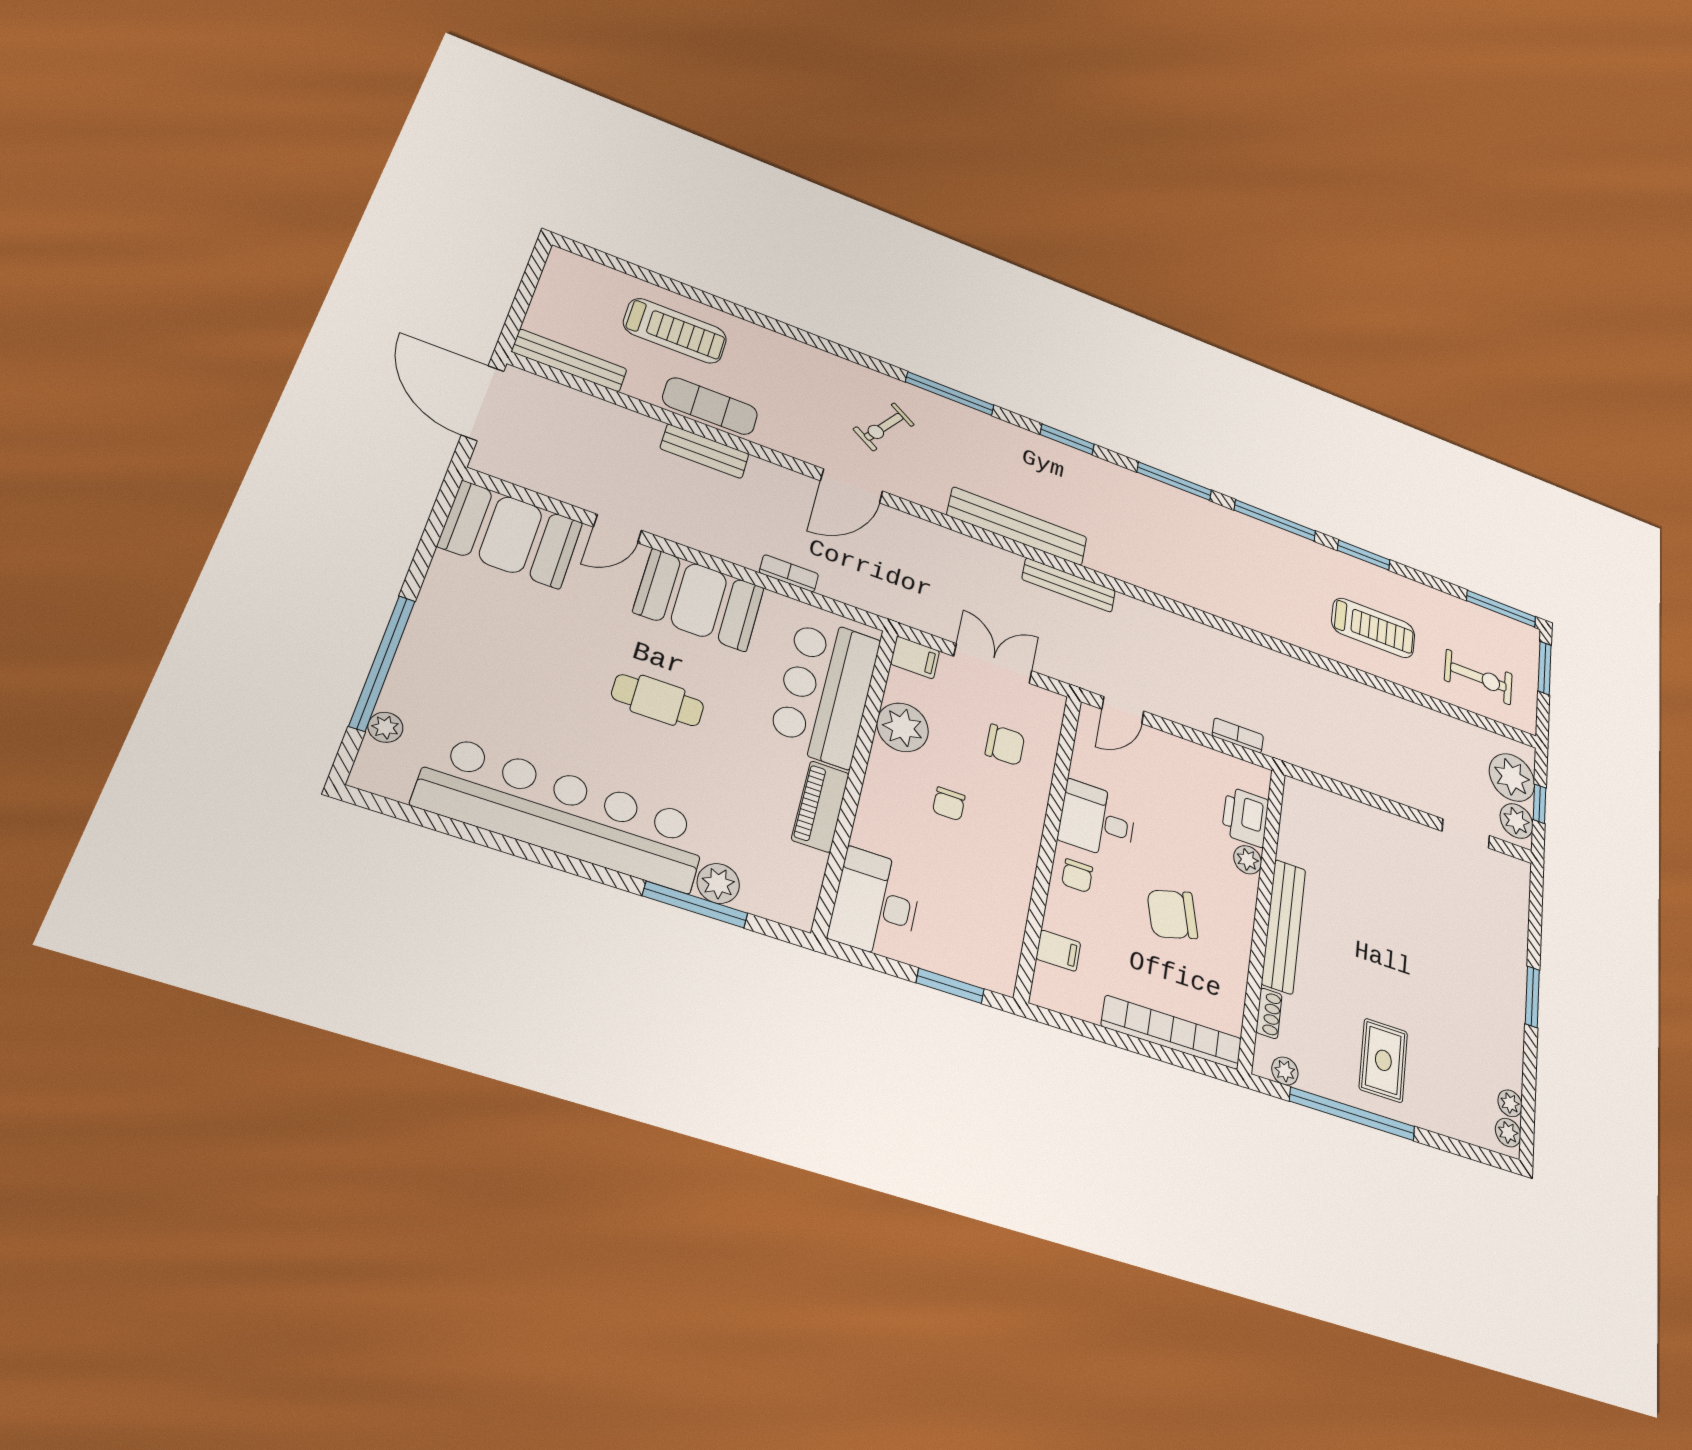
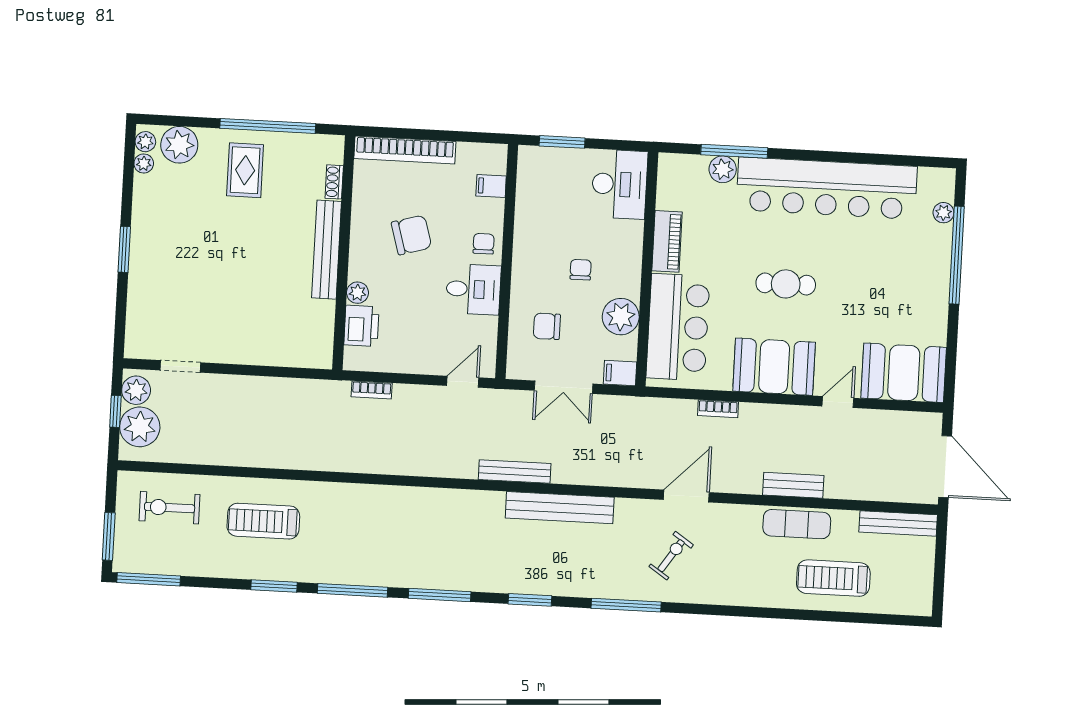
plant: (1285, 1071) -> (179, 145), moved, width x1.88, depth x1.88

